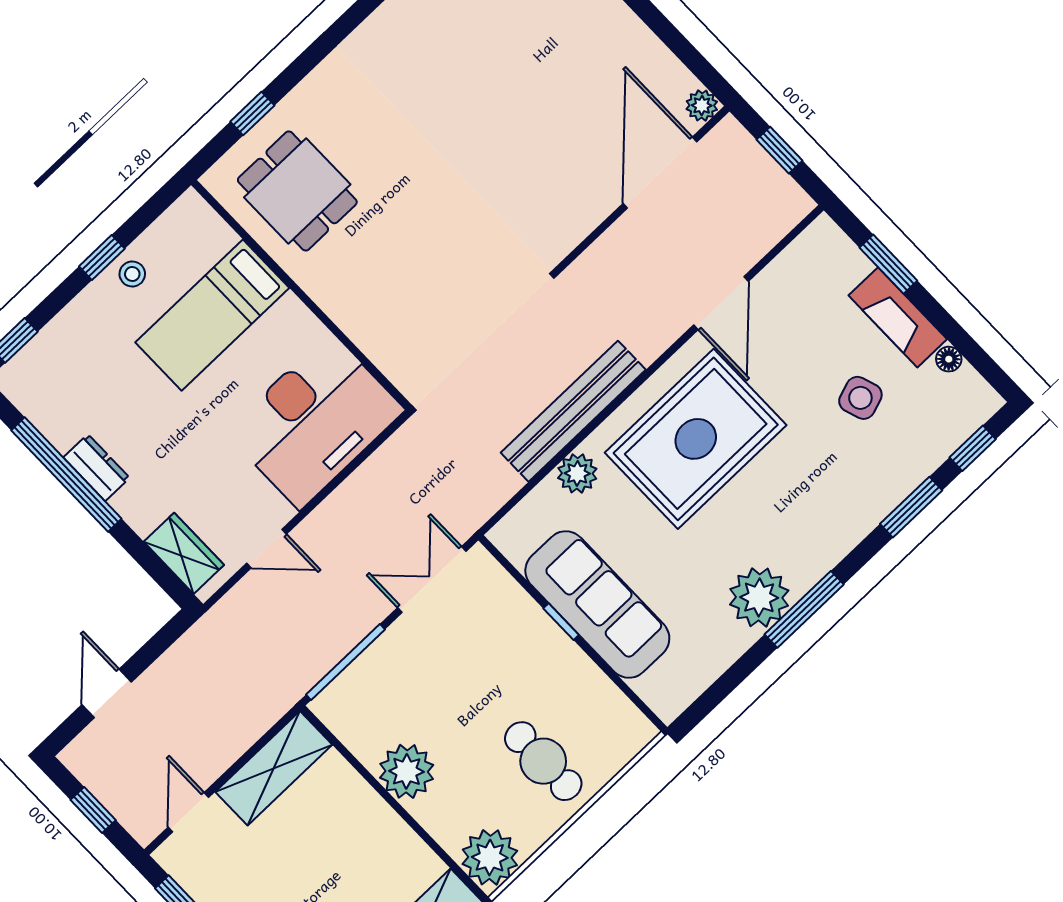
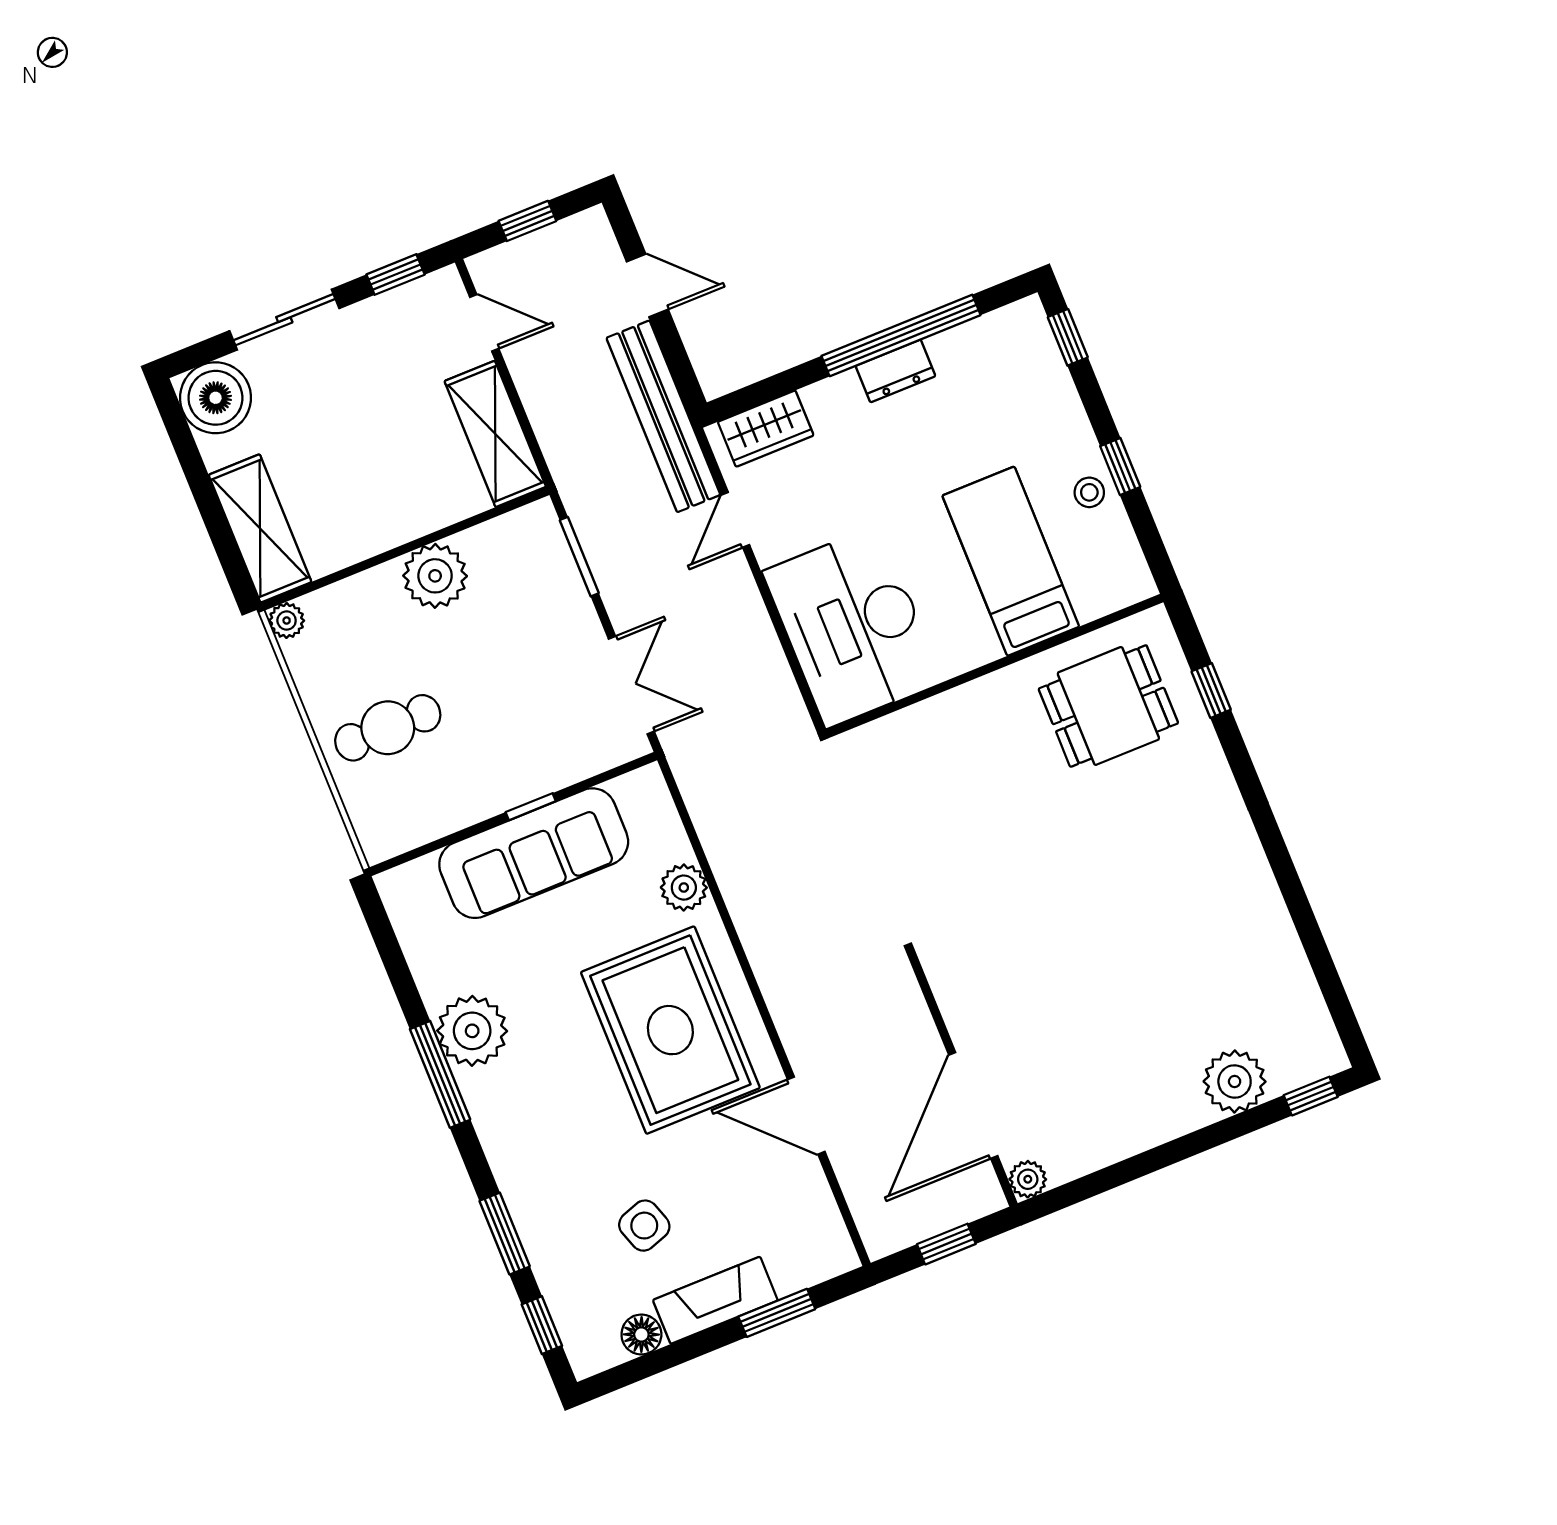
door: (660, 173) -> (973, 1105), swing flipped
floor lamp: (949, 359) -> (641, 1334), width x1.37, depth x1.37
bench: (573, 411) -> (663, 416), moved
window: (345, 662) -> (579, 557), width x0.69
plant: (490, 857) -> (287, 621), width x0.53, depth x0.53

